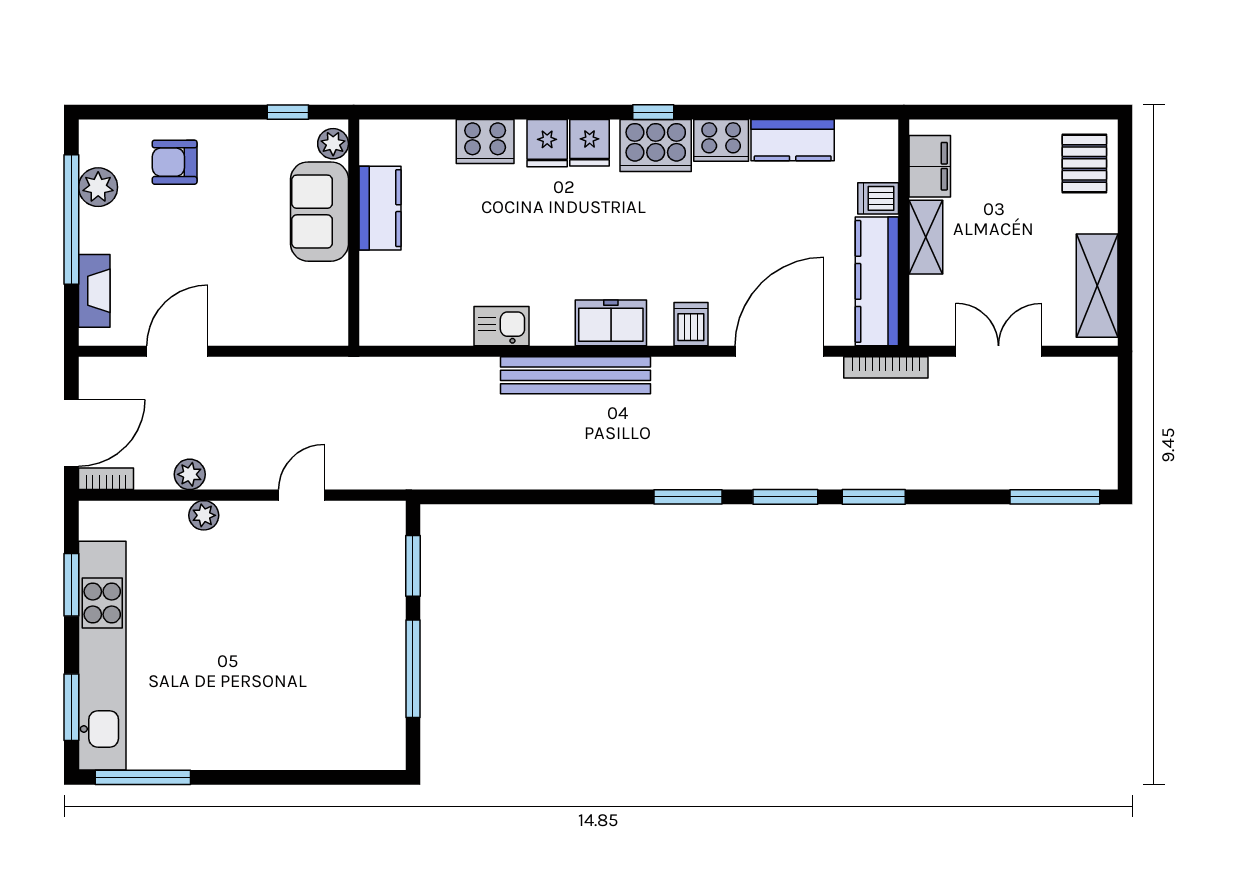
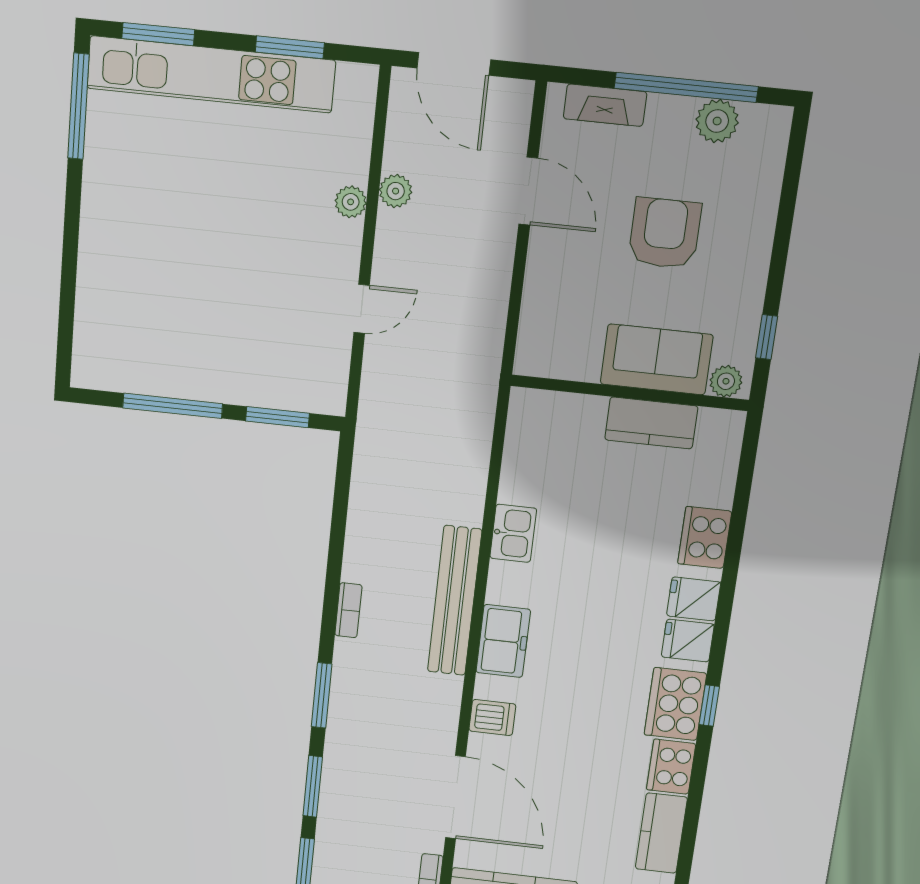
armchair: (175, 162) -> (665, 233), moved, width x1.38, depth x1.38
bookcase: (106, 479) -> (348, 610), moved
door: (301, 495) -> (362, 309), hinge flipped

